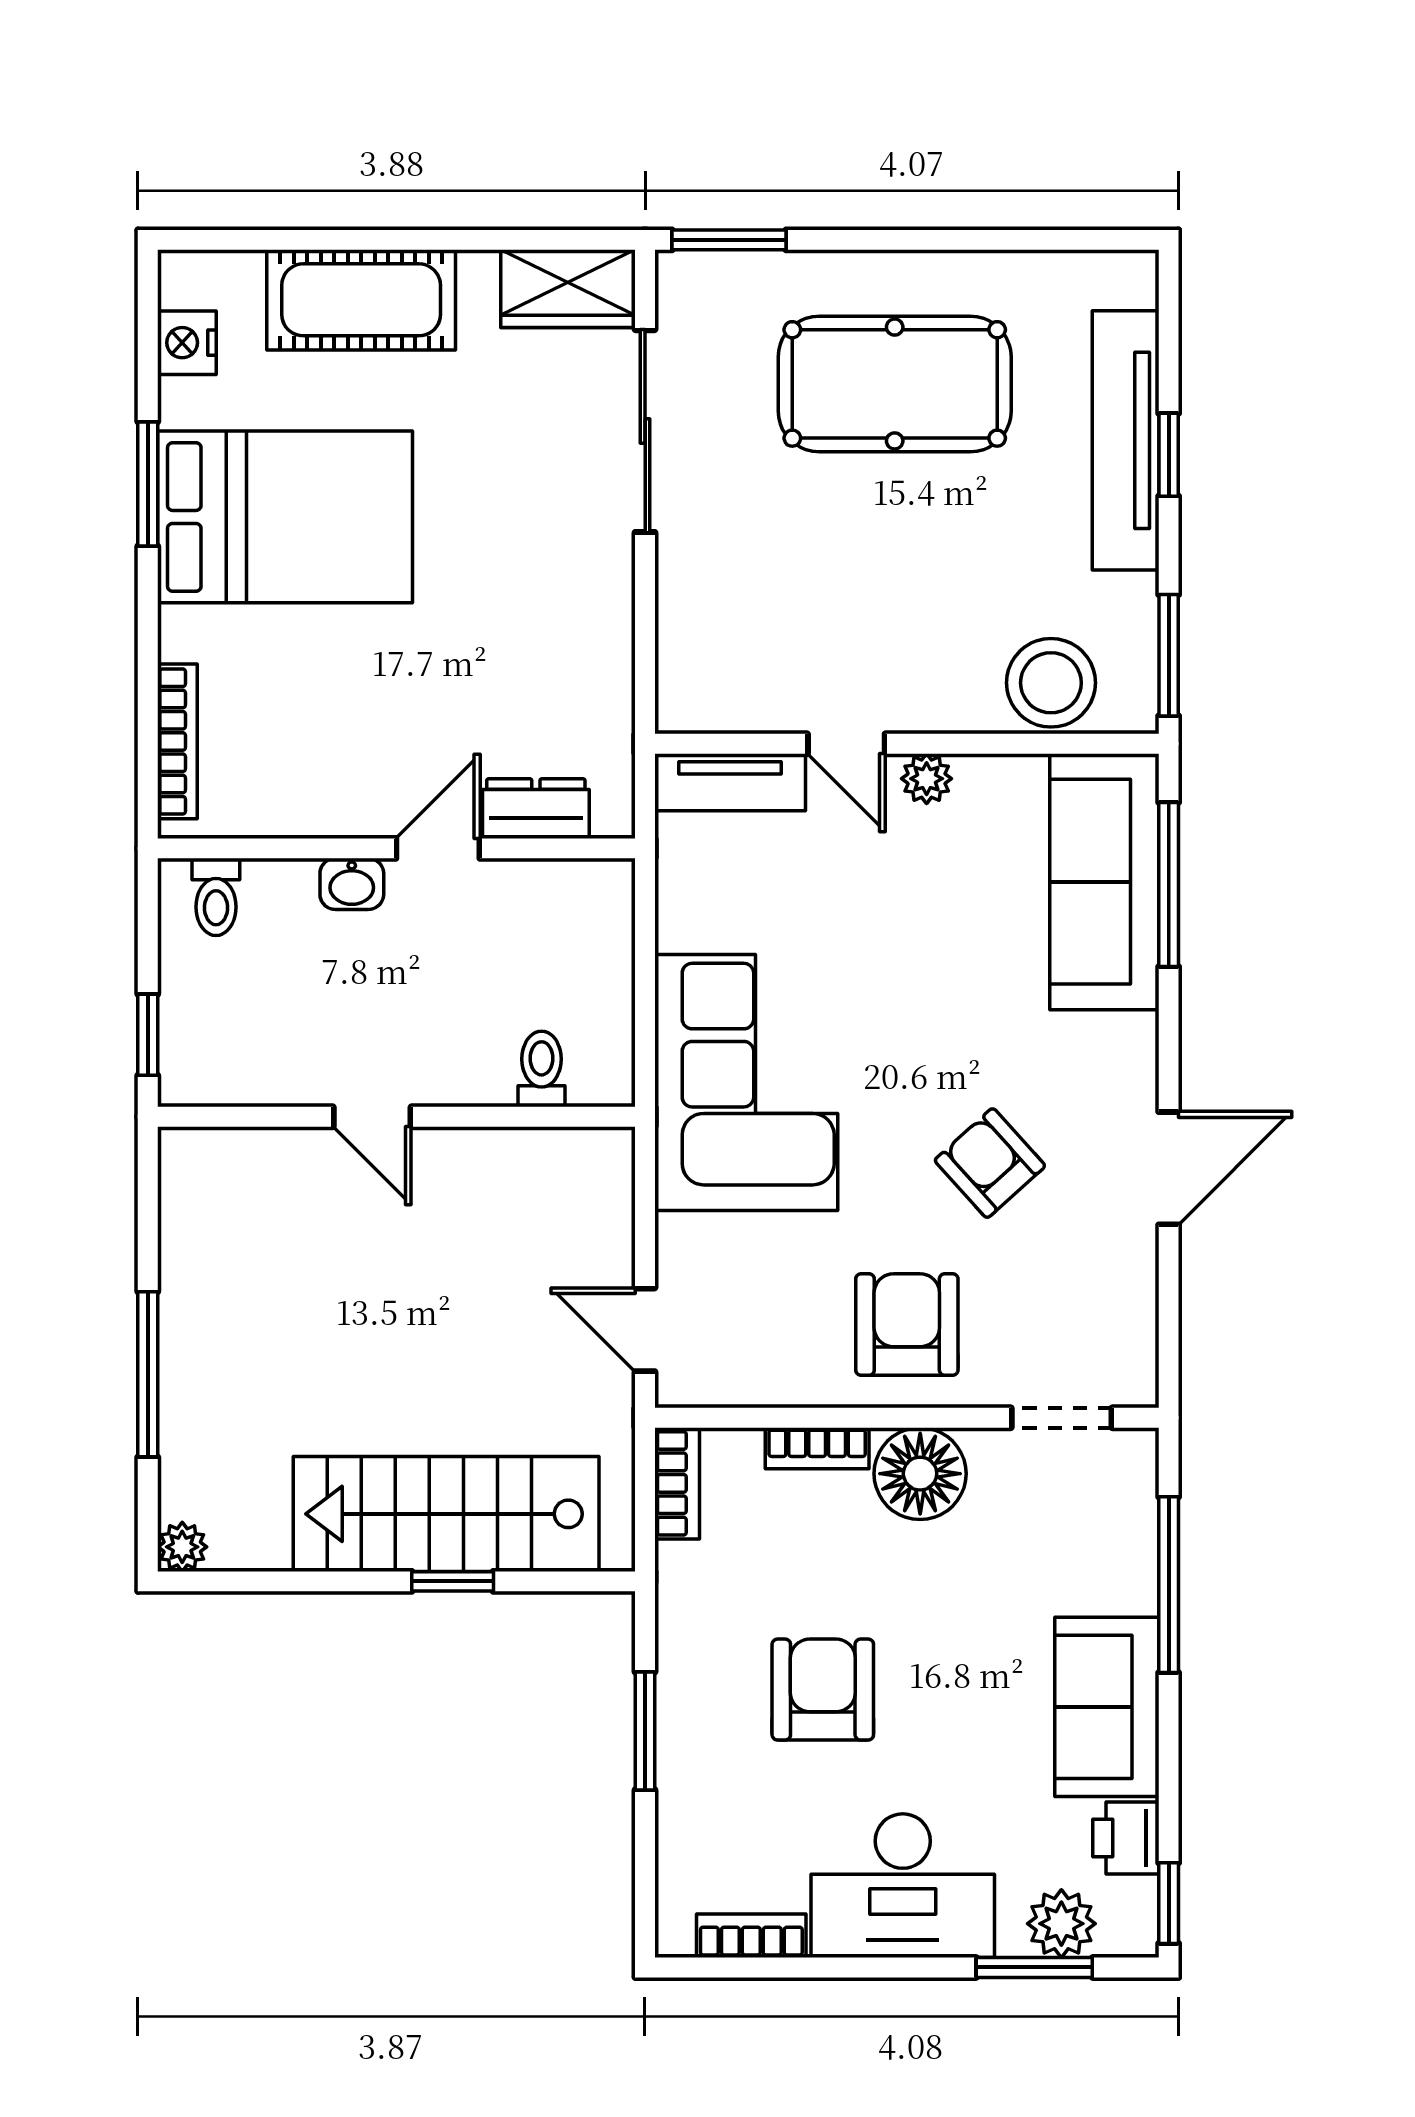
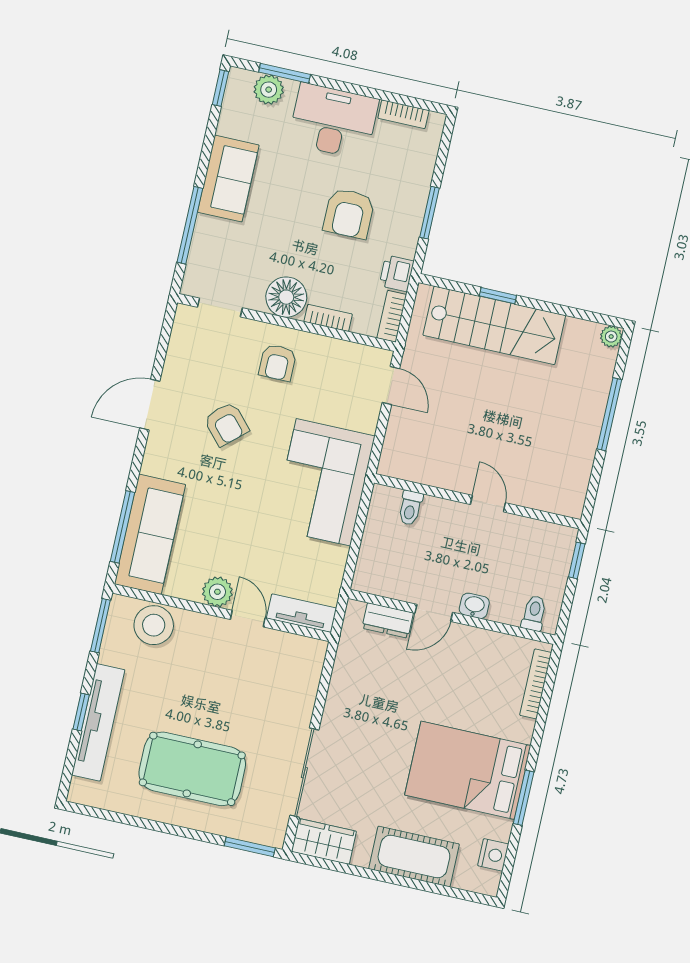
plant: (927, 779) -> (217, 592), width x1.38, depth x1.38
armchair: (907, 1325) -> (278, 363), width x0.72, depth x0.72
printer: (1126, 1838) -> (397, 273), moved, turned 180

